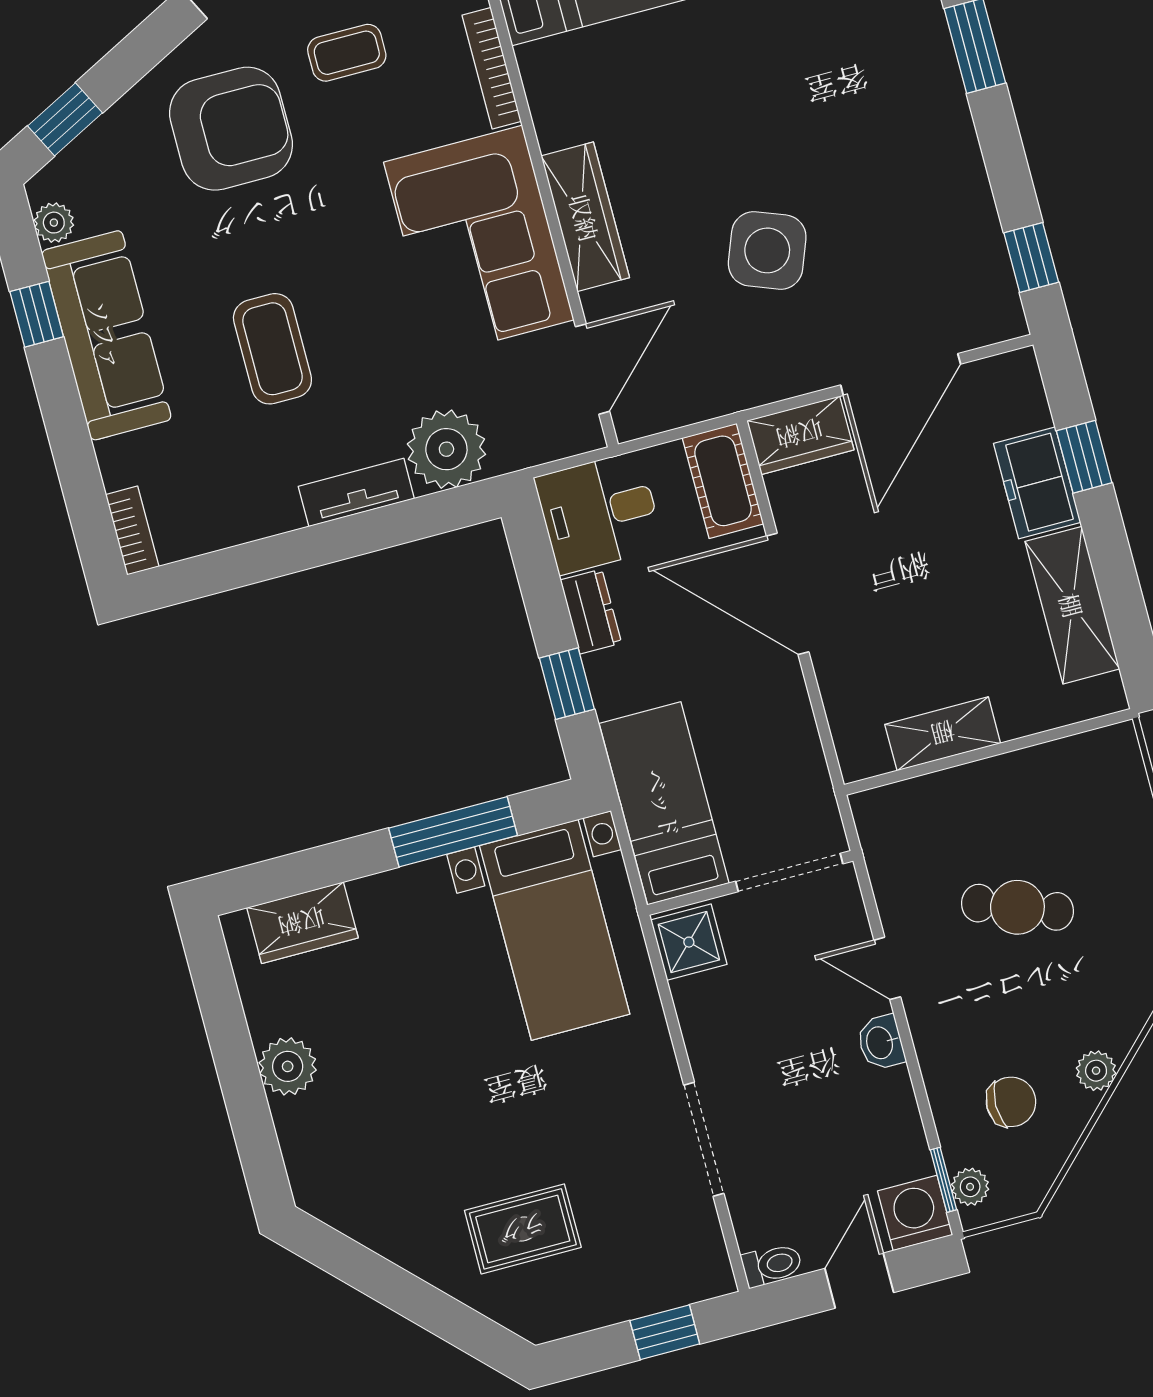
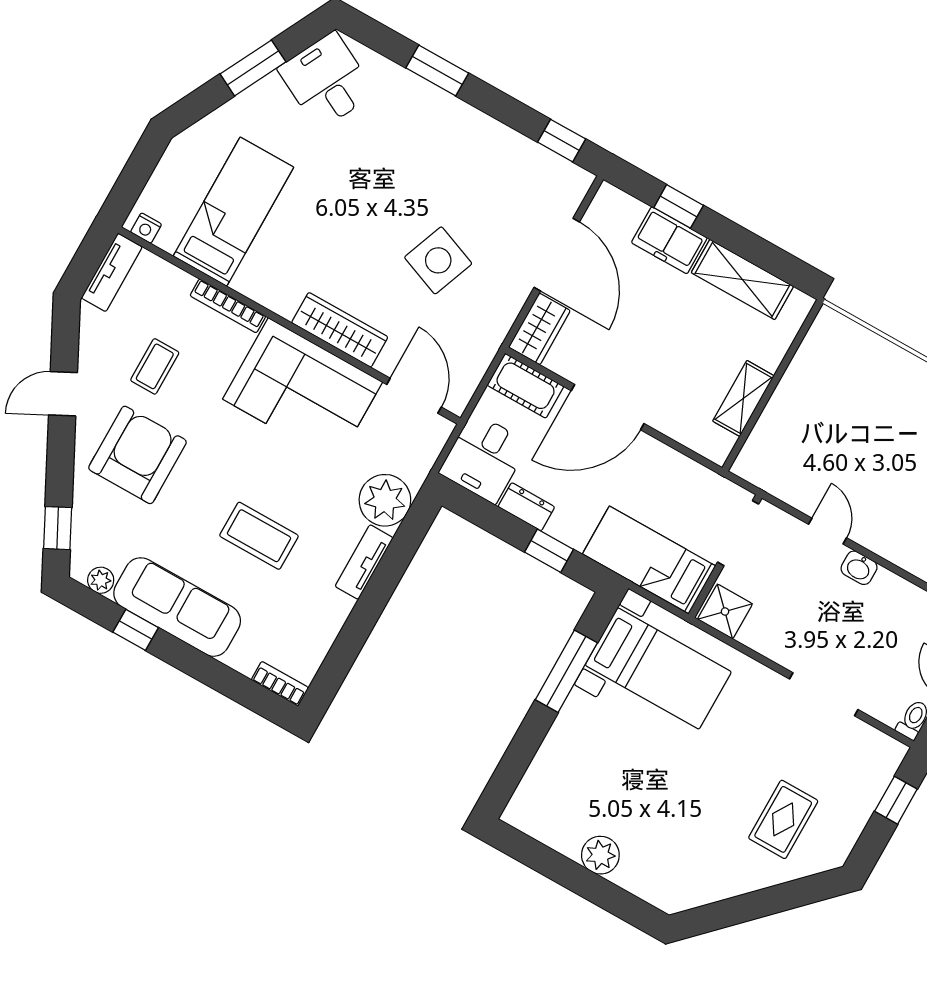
cafe table: (1017, 907) -> (858, 442), removed
wardrobe: (302, 923) -> (540, 783), removed
door: (887, 968) -> (828, 531), swing flipped

